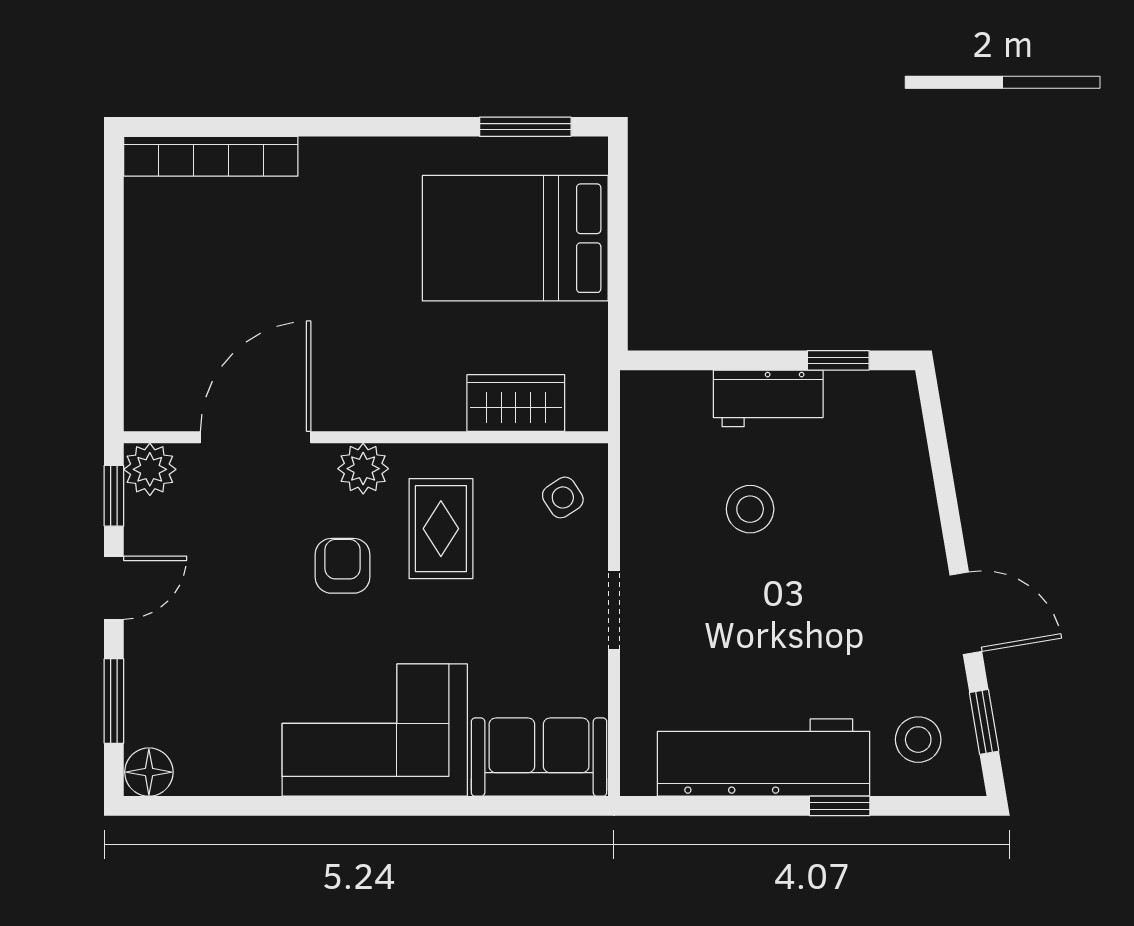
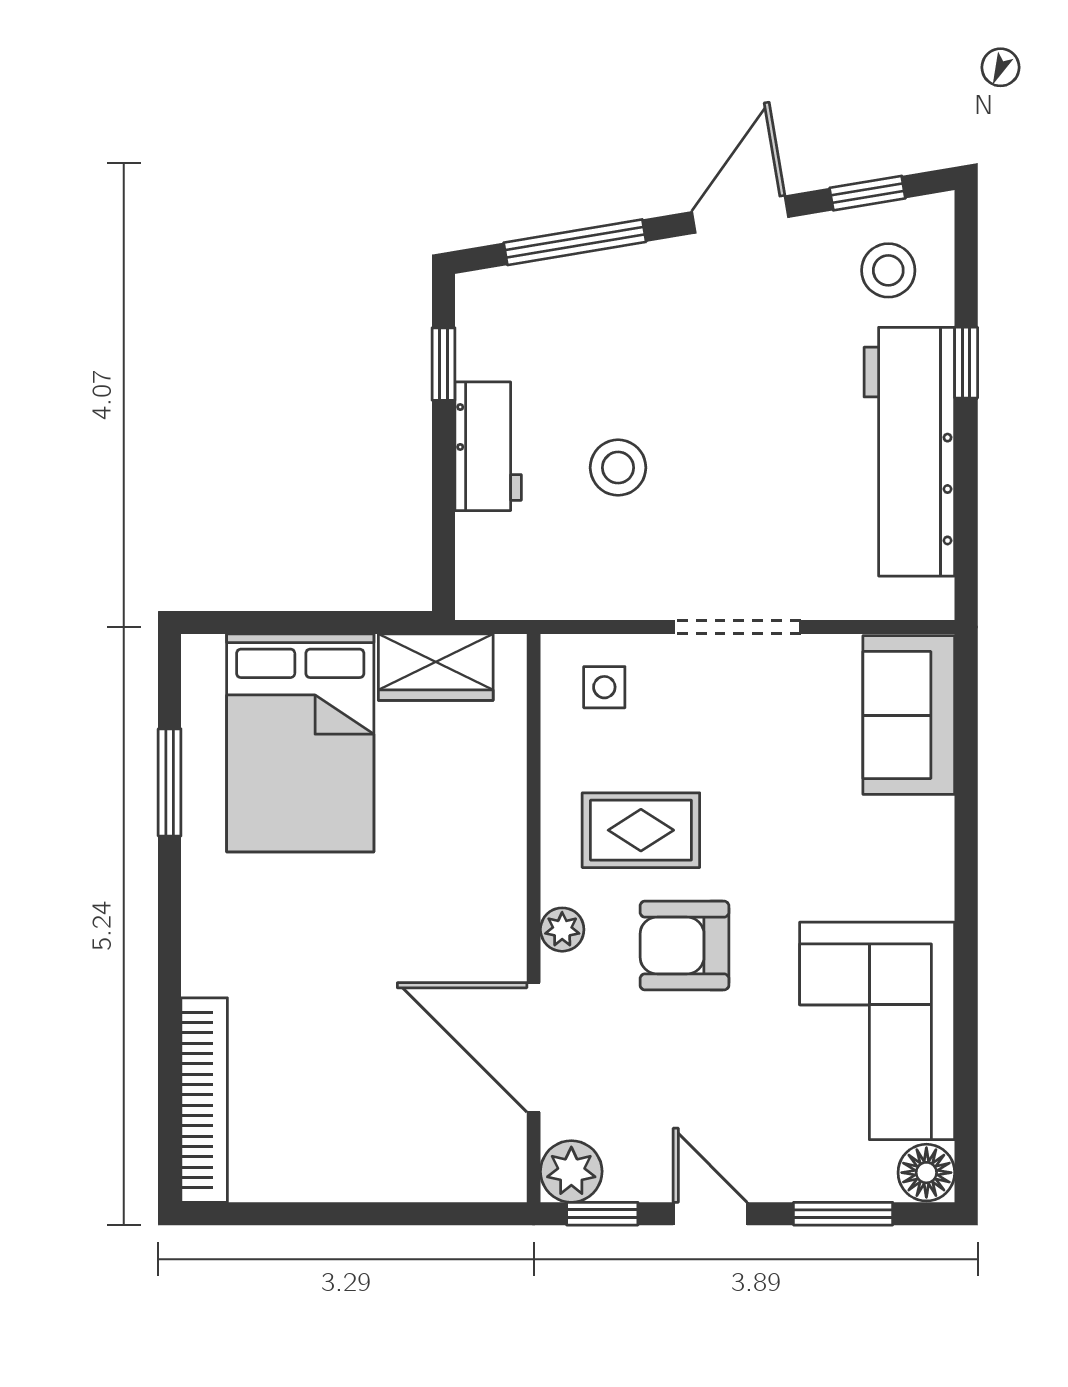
window: (525, 127) -> (170, 782), moved
wardrobe: (516, 403) -> (436, 667), moved, turned -90
plant: (363, 469) -> (562, 930), width x0.73, depth x0.73
window: (942, 472) -> (575, 242), added
side table: (563, 497) -> (604, 687), turned 33
armchair: (343, 566) -> (684, 946), width x1.38, depth x1.38
doorway: (614, 610) -> (737, 627), width x1.38
corner sofa: (375, 730) -> (877, 1031), moved

